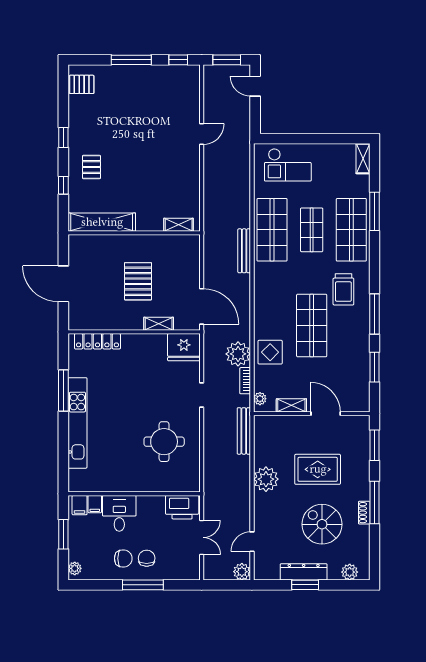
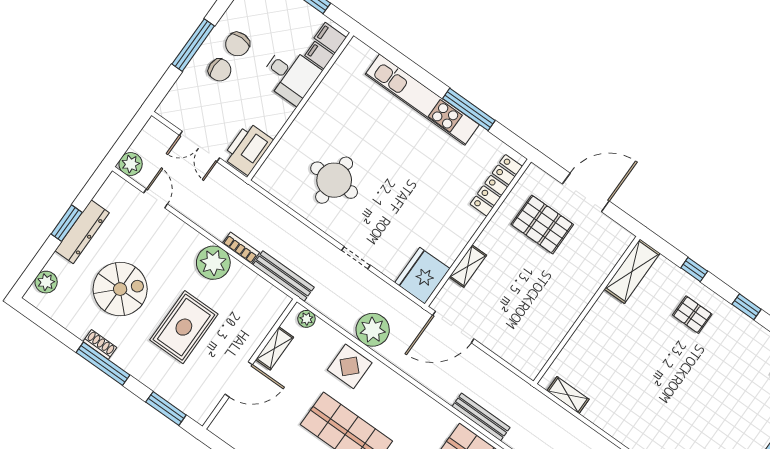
shelving: (102, 222) -> (632, 271), width x0.68
shelving: (179, 225) -> (568, 395), moved, turned 90
pallet: (138, 281) -> (542, 224), moved
bookcase: (245, 381) -> (241, 248), moved

